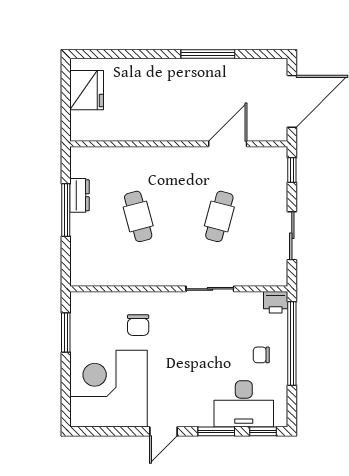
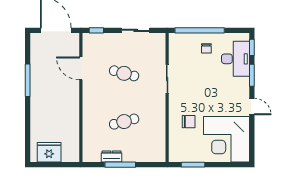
printer: (276, 302) -> (175, 40), removed

